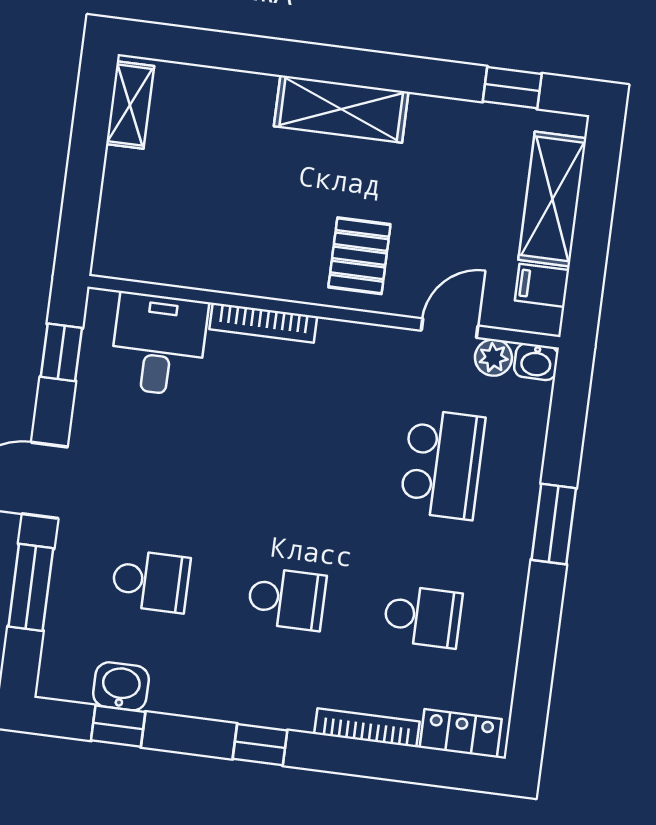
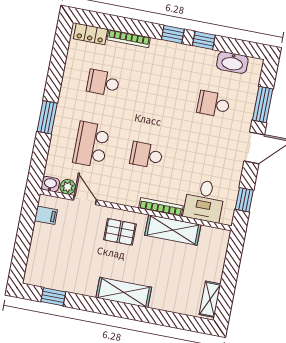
shelving: (552, 199) -> (173, 230), moved, turned 90
pallet: (359, 256) -> (120, 232), turned 90
door: (450, 328) -> (85, 200), swing flipped
school desk: (287, 599) -> (146, 155), moved
washbasin: (121, 686) -> (232, 63), width x1.38
window: (118, 726) -> (204, 40), moved

